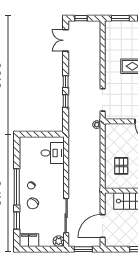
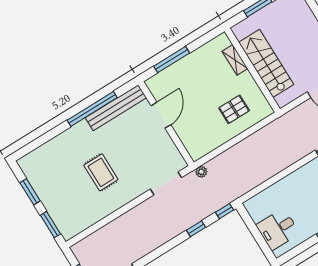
window: (66, 82) -> (225, 211), moved
desk: (53, 153) -> (278, 229), moved, turned -90

